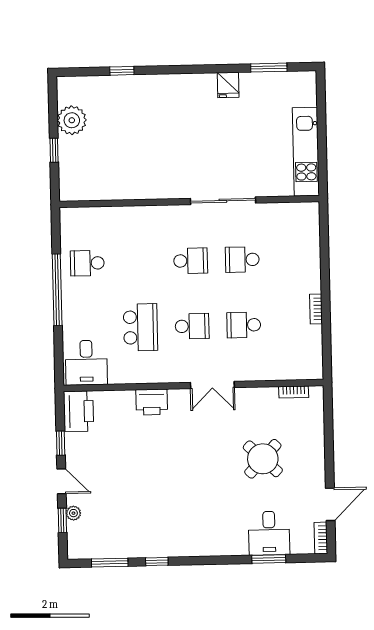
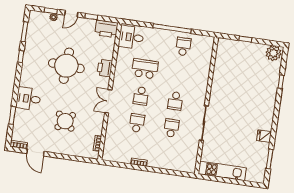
plant: (72, 120) -> (274, 53), moved
school desk: (140, 327) -> (145, 69), turned 180
round table: (160, 474) -> (66, 66), added
desk: (269, 533) -> (28, 99), moved

